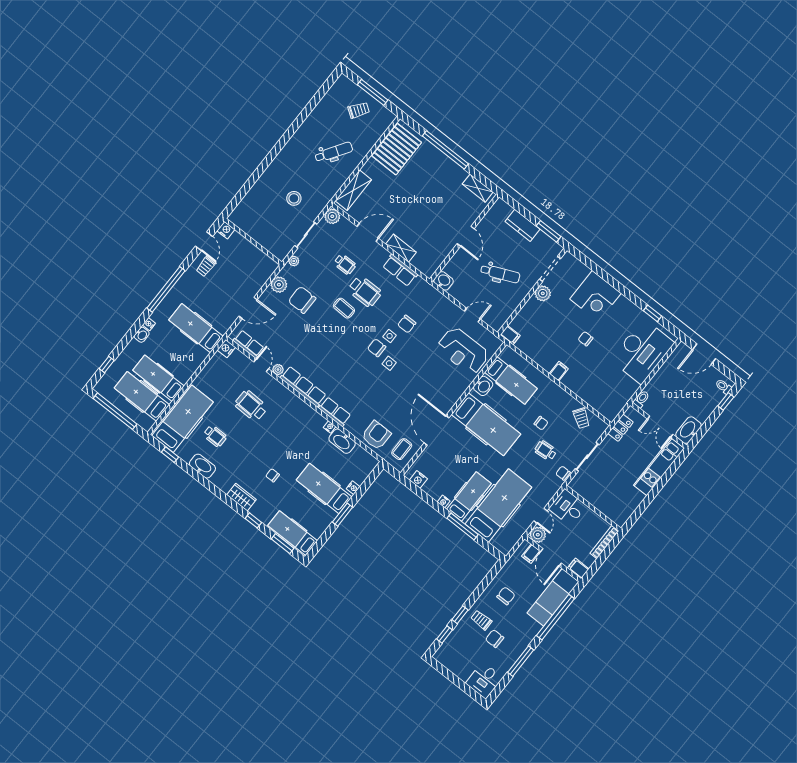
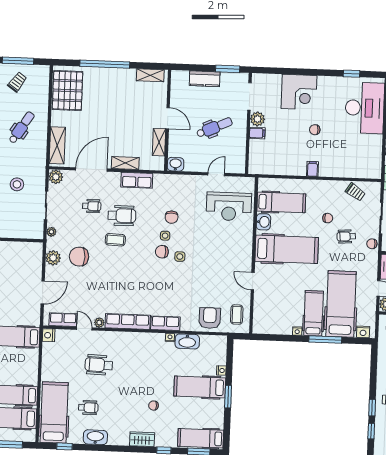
door: (368, 232) -> (91, 169), width x1.36
shelving: (443, 251) -> (159, 142), added
filing cabinet: (510, 335) -> (257, 133), moved
door: (436, 430) -> (253, 281), width x0.53
nightstand: (418, 479) -> (363, 332), moved

